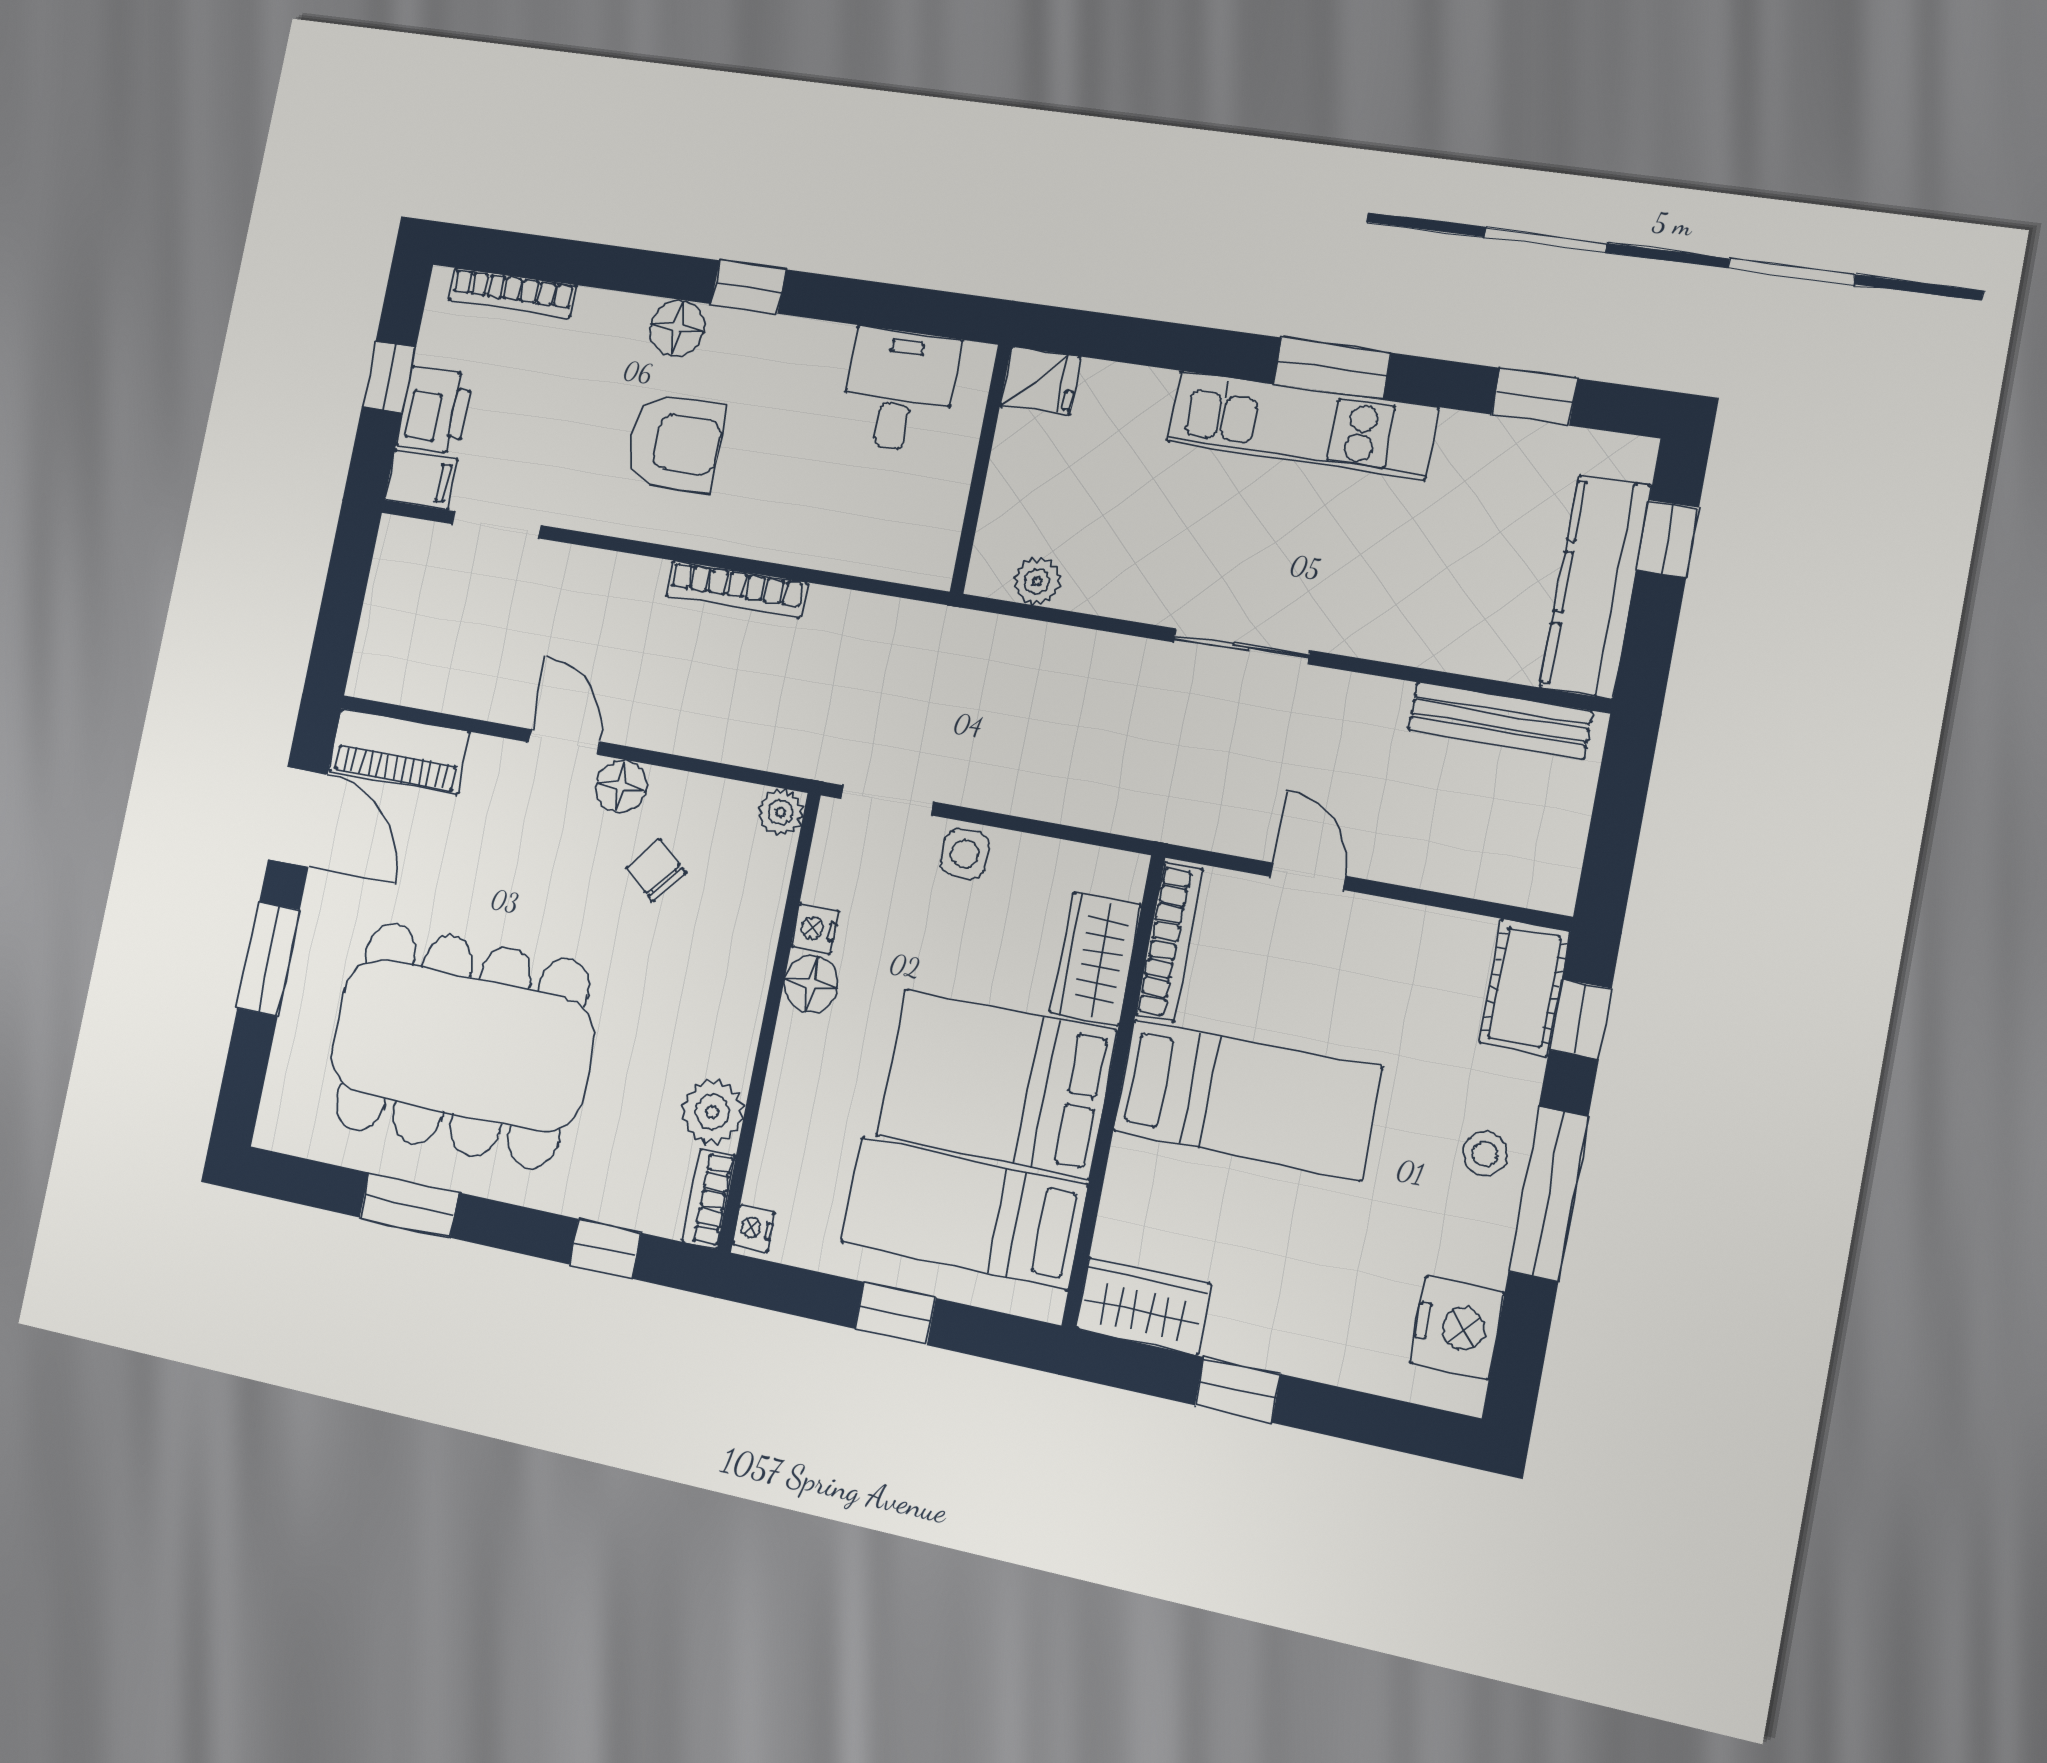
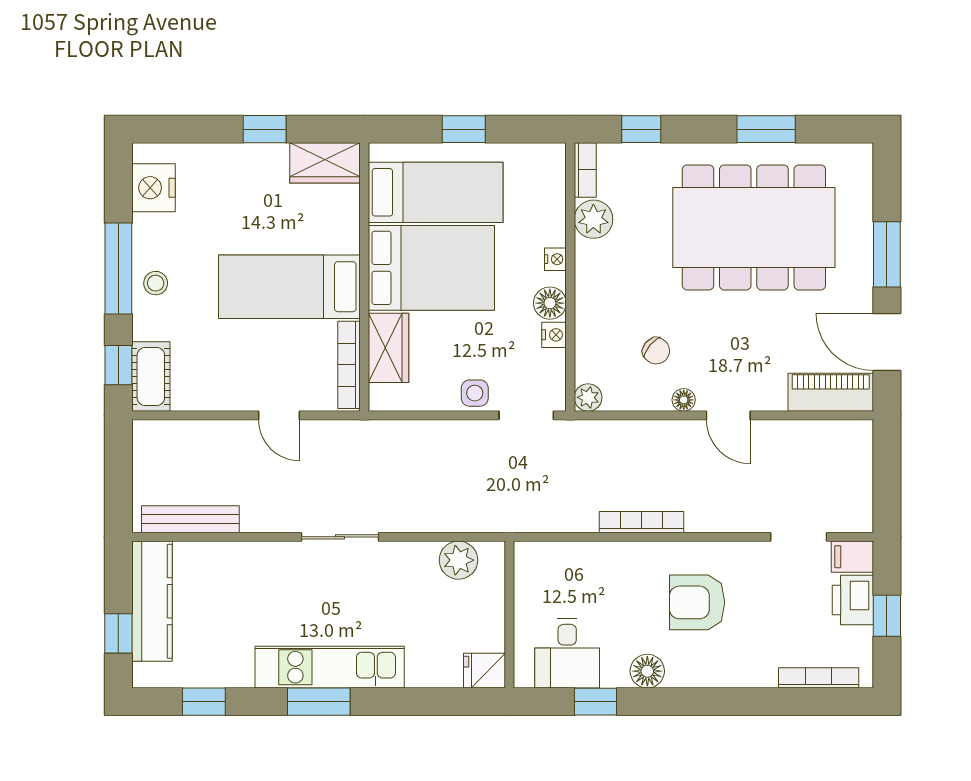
window: (749, 287) -> (595, 702), moved
floor lamp: (677, 328) -> (647, 671), moved
plant: (1037, 581) -> (458, 560), width x1.38, depth x1.38
floor lamp: (621, 786) -> (684, 400), width x0.73, depth x0.73
nightstand: (754, 1228) -> (555, 259), moved

